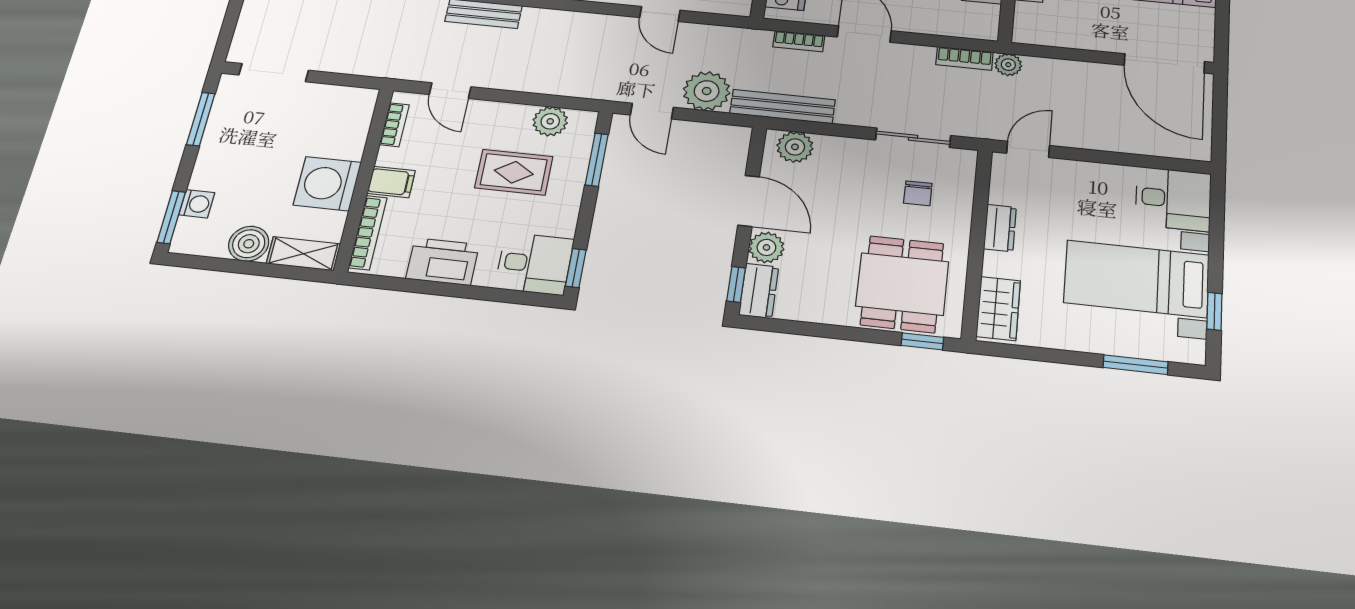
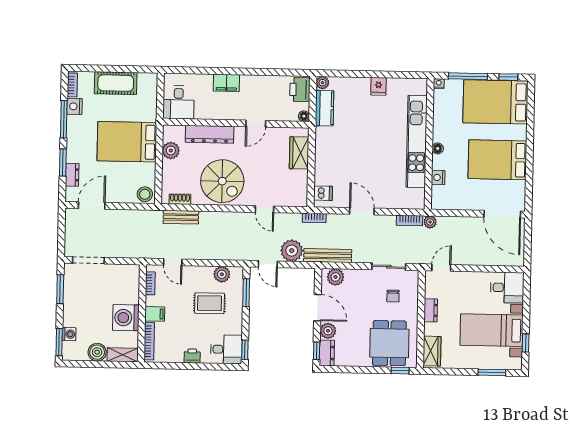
bookcase: (799, 41) -> (314, 218), moved
printer: (443, 262) -> (192, 356), width x0.53, depth x0.68

